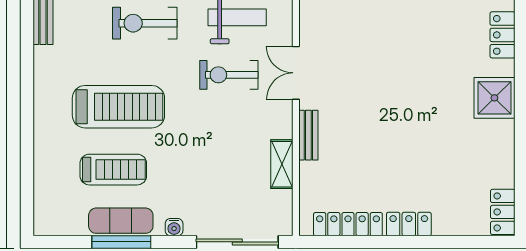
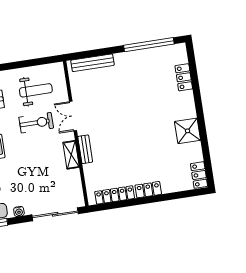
exercise bike: (229, 75) -> (36, 123), turned 180
shower: (494, 98) -> (188, 131), moved
shelving: (282, 164) -> (71, 155), moved

